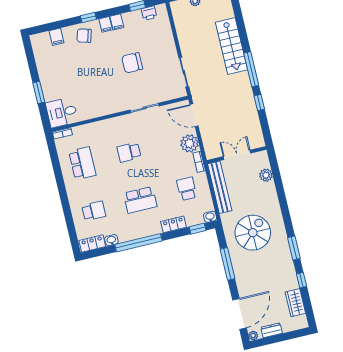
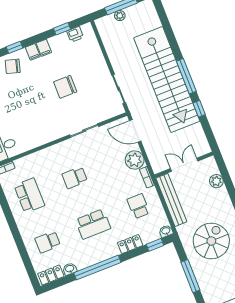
stairs: (231, 46) -> (167, 80), width x1.86, depth x1.51
school desk: (94, 211) -> (48, 242), turned 180

